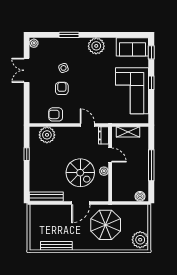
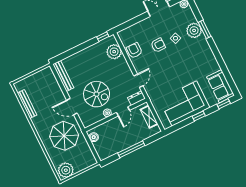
plant: (96, 46) -> (194, 30), moved
window: (27, 154) -> (103, 37), moved
spiral stairs: (80, 173) -> (97, 94), turned -90
boiler: (140, 196) -> (94, 137), moved

